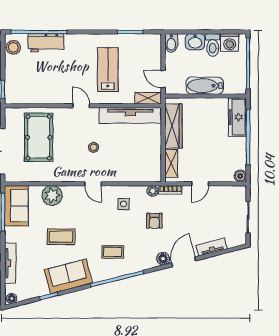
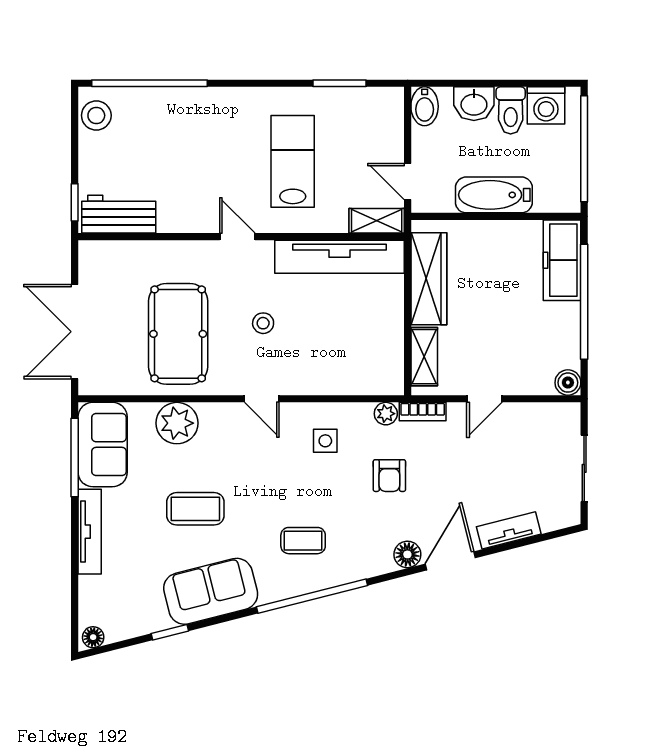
workbench: (46, 43) -> (119, 214), moved, turned 180
pool table: (39, 137) -> (178, 334), moved
tv unit: (10, 263) -> (90, 532), moved

